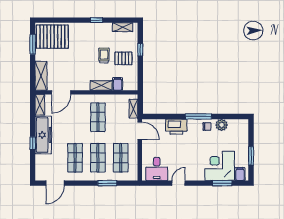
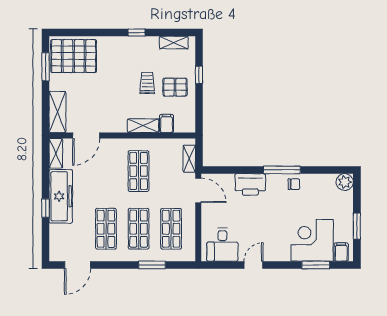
plant: (222, 125) -> (345, 182), moved

